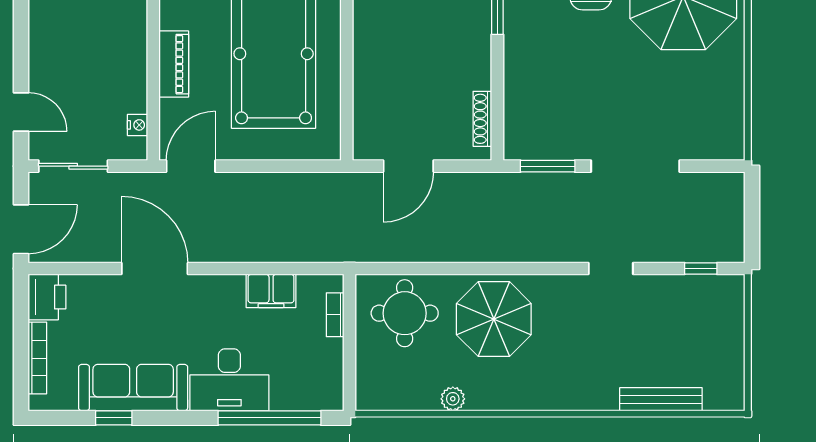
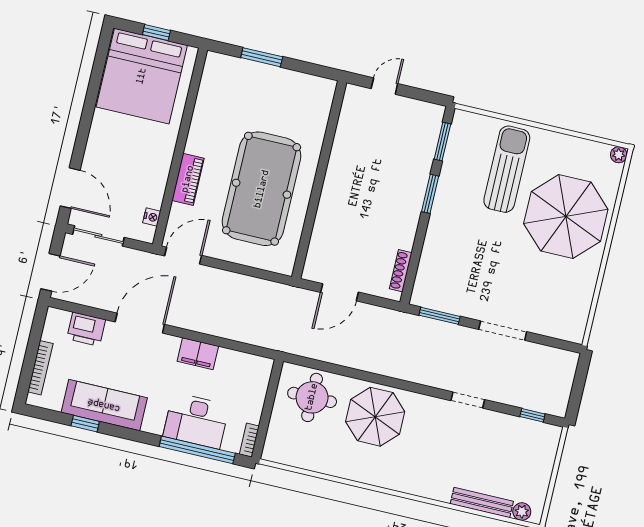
door: (21, 112) -> (70, 188), width x1.38
doorway: (635, 166) -> (503, 331), width x0.73
door: (155, 269) -> (140, 323), hinge flipped
filing cabinet: (271, 291) -> (198, 354), moved
printer: (47, 297) -> (86, 329), moved, turned 90
bookcase: (335, 315) -> (249, 440), moved
desk: (229, 380) -> (196, 421), moved
plant: (453, 399) -> (522, 512), moved

